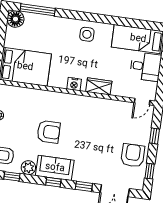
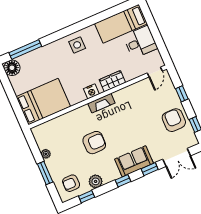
fireplace: (77, 100) -> (101, 103), added
sofa: (55, 168) -> (134, 161), moved

